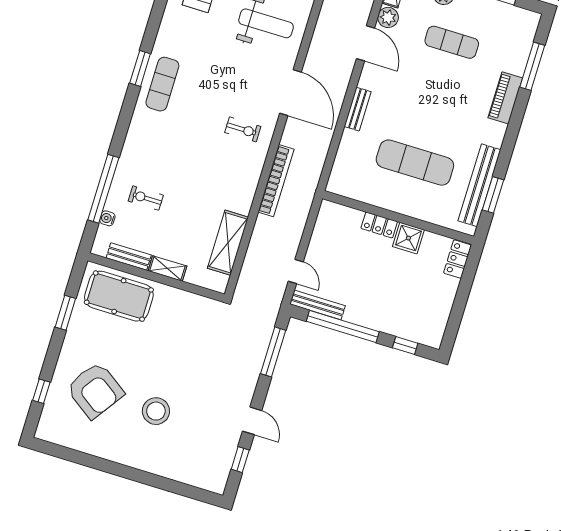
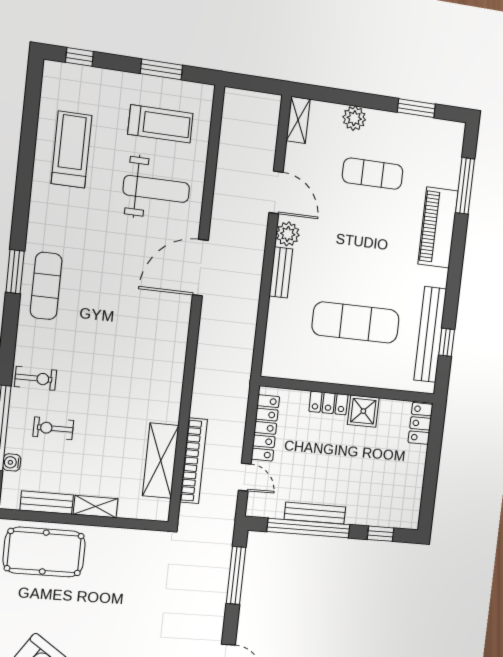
plant: (388, 17) -> (288, 234), moved
door: (290, 93) -> (200, 268), swing flipped
piano: (505, 98) -> (438, 227), width x1.37, depth x1.33
exercise bike: (243, 129) -> (36, 378), moved
bookcase: (276, 181) -> (194, 461), moved
window: (493, 195) -> (447, 342), width x0.67
locker: (321, 234) -> (265, 428), added
bench: (318, 305) -> (315, 513), moved

